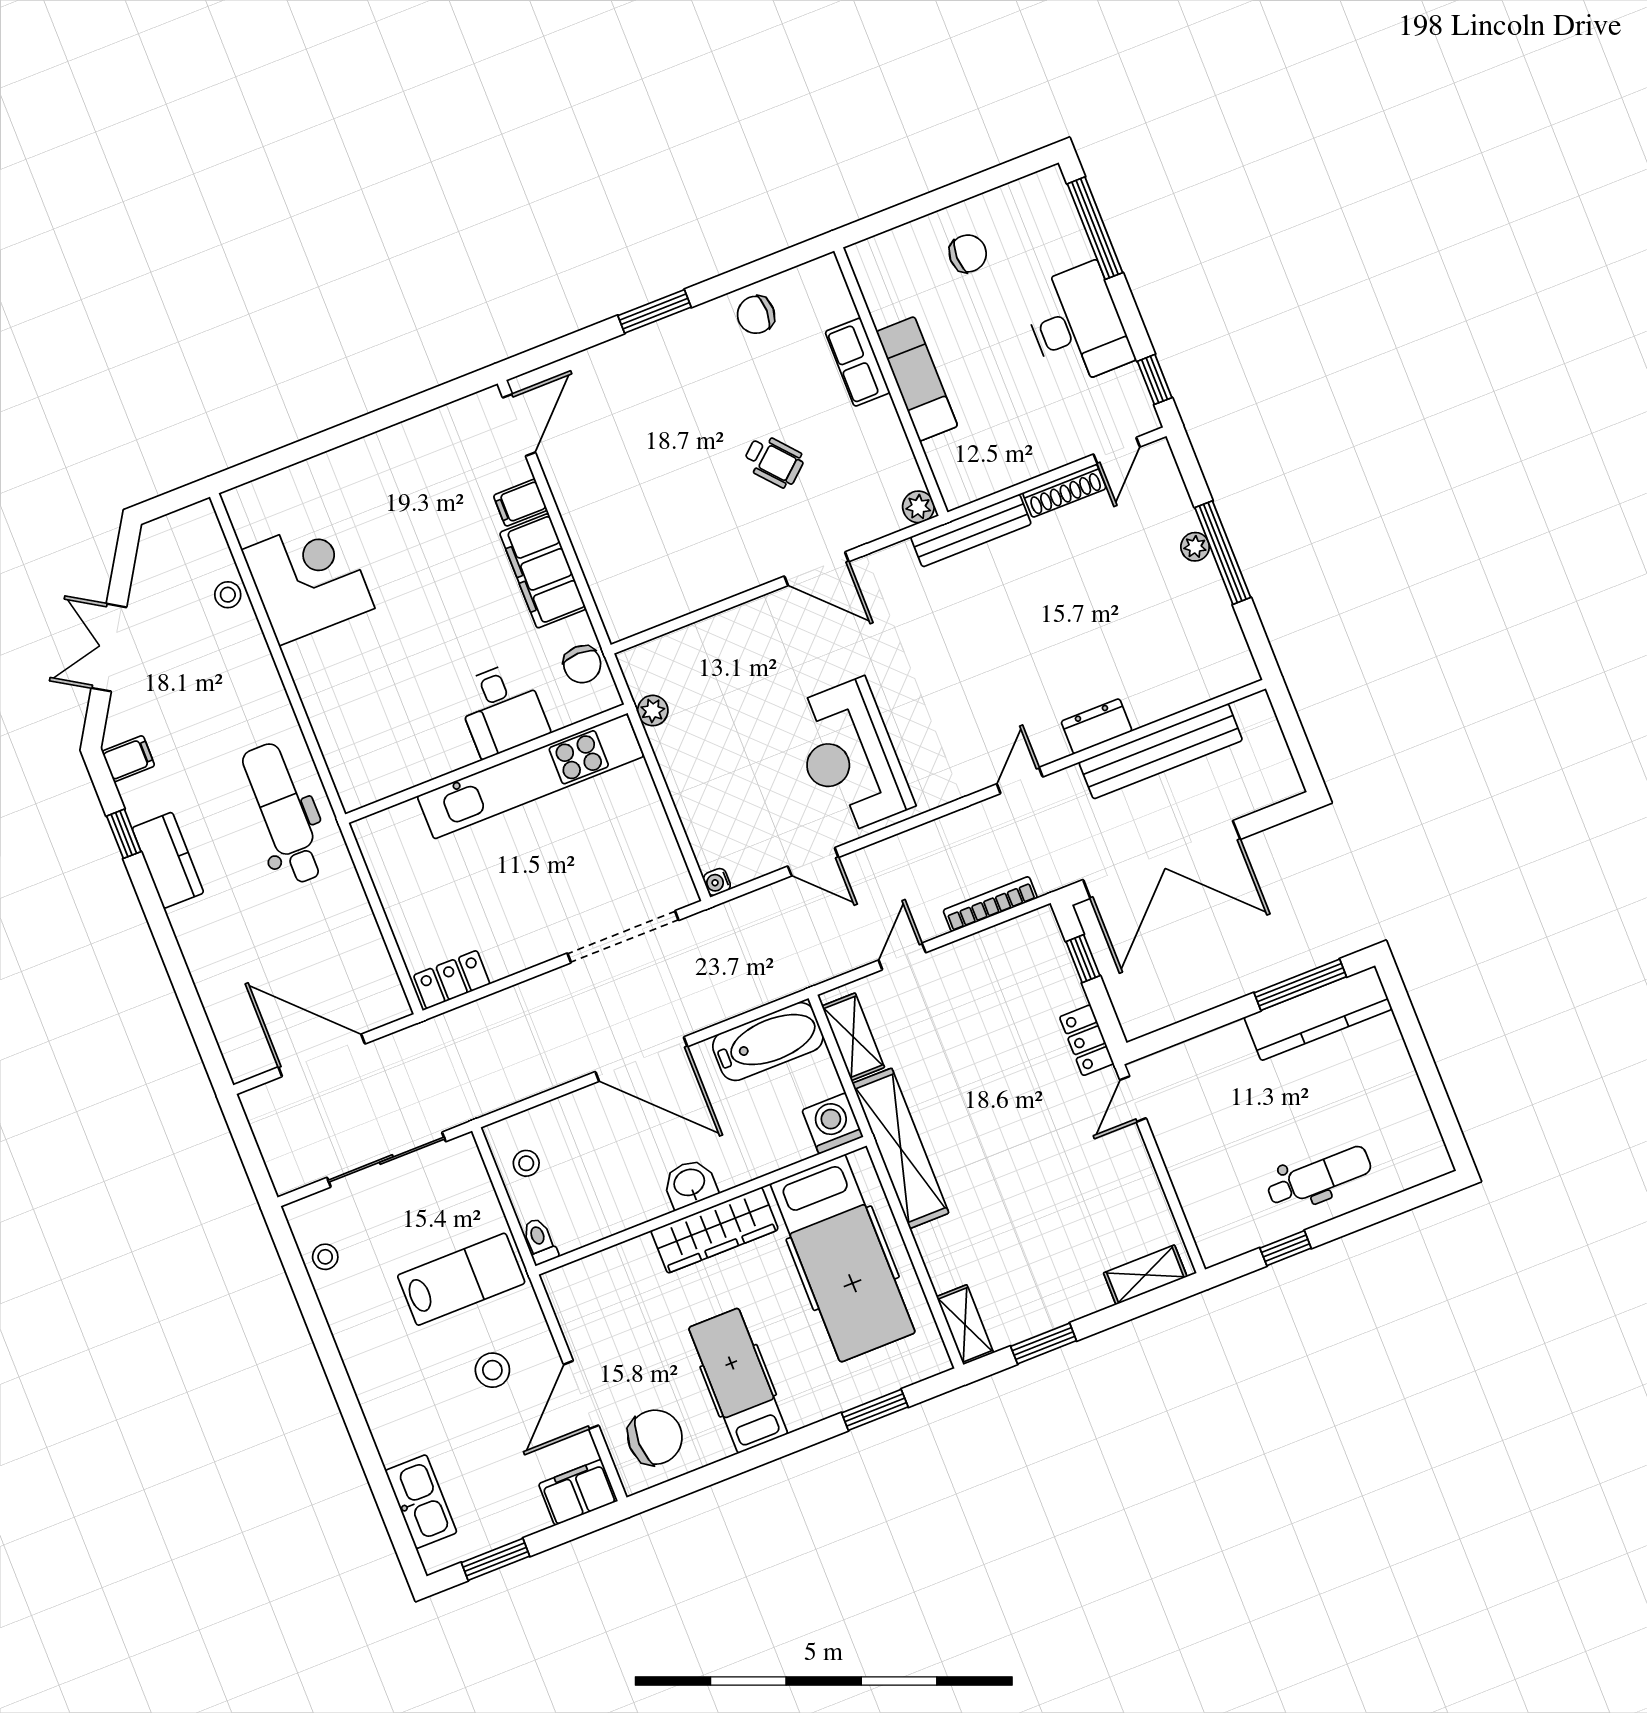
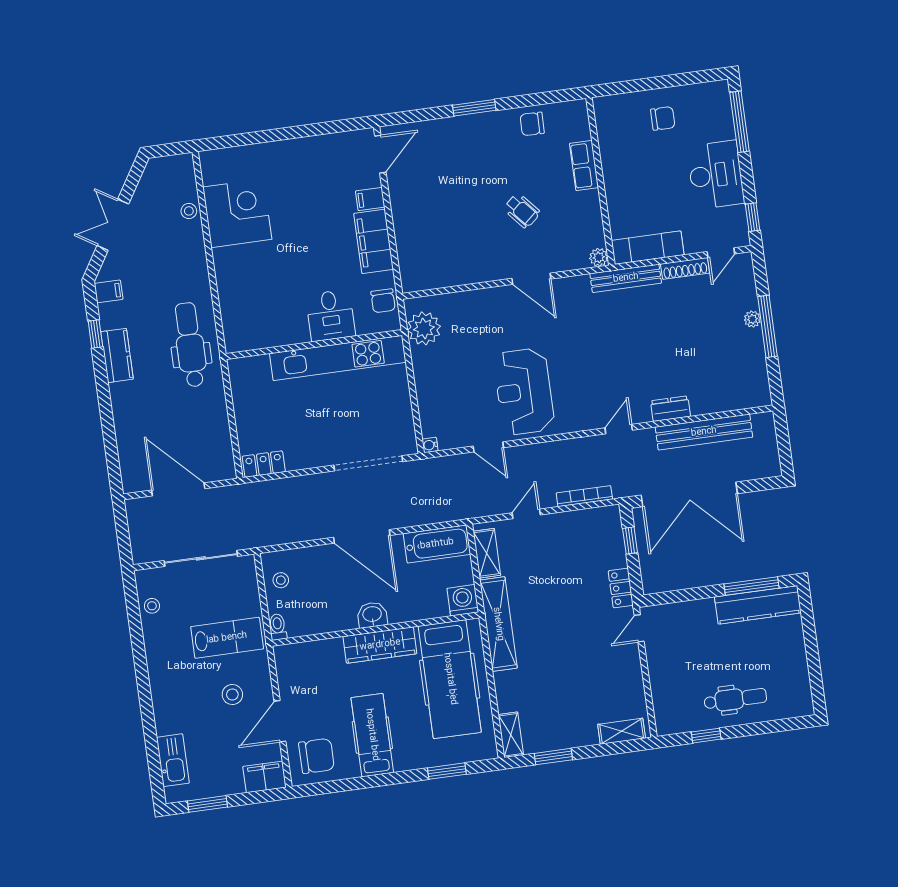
exam couch: (917, 379) -> (648, 248), moved, turned -90
plant: (653, 711) -> (424, 328), width x1.88, depth x1.88

